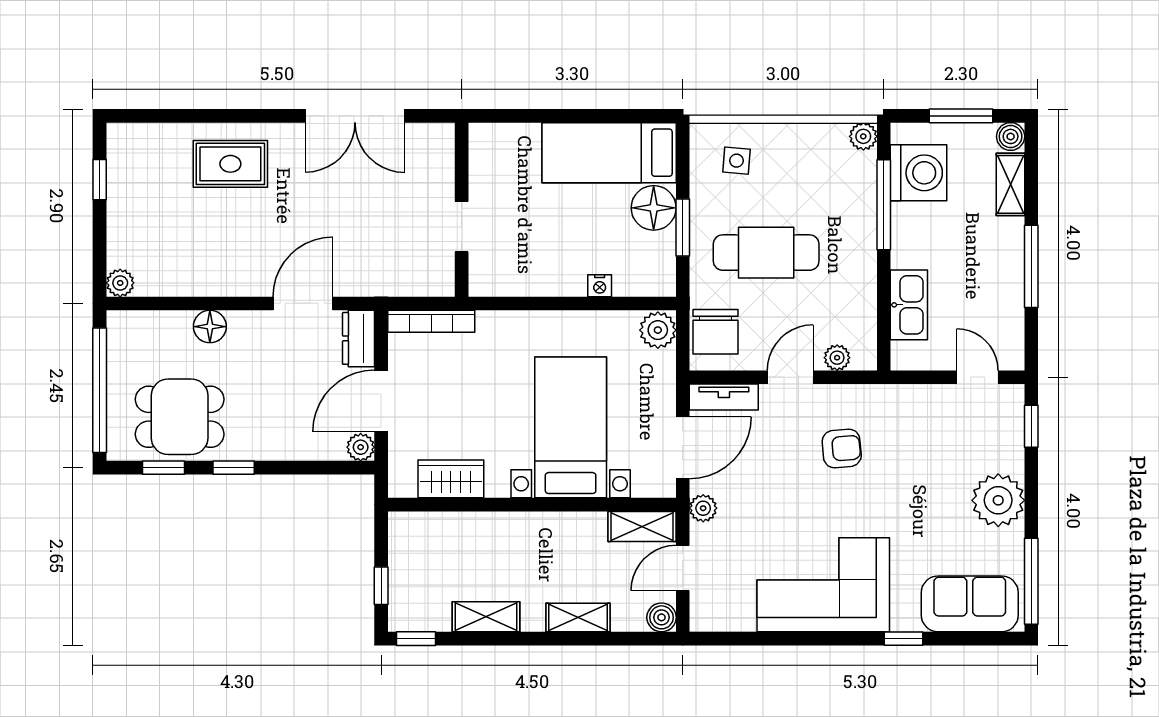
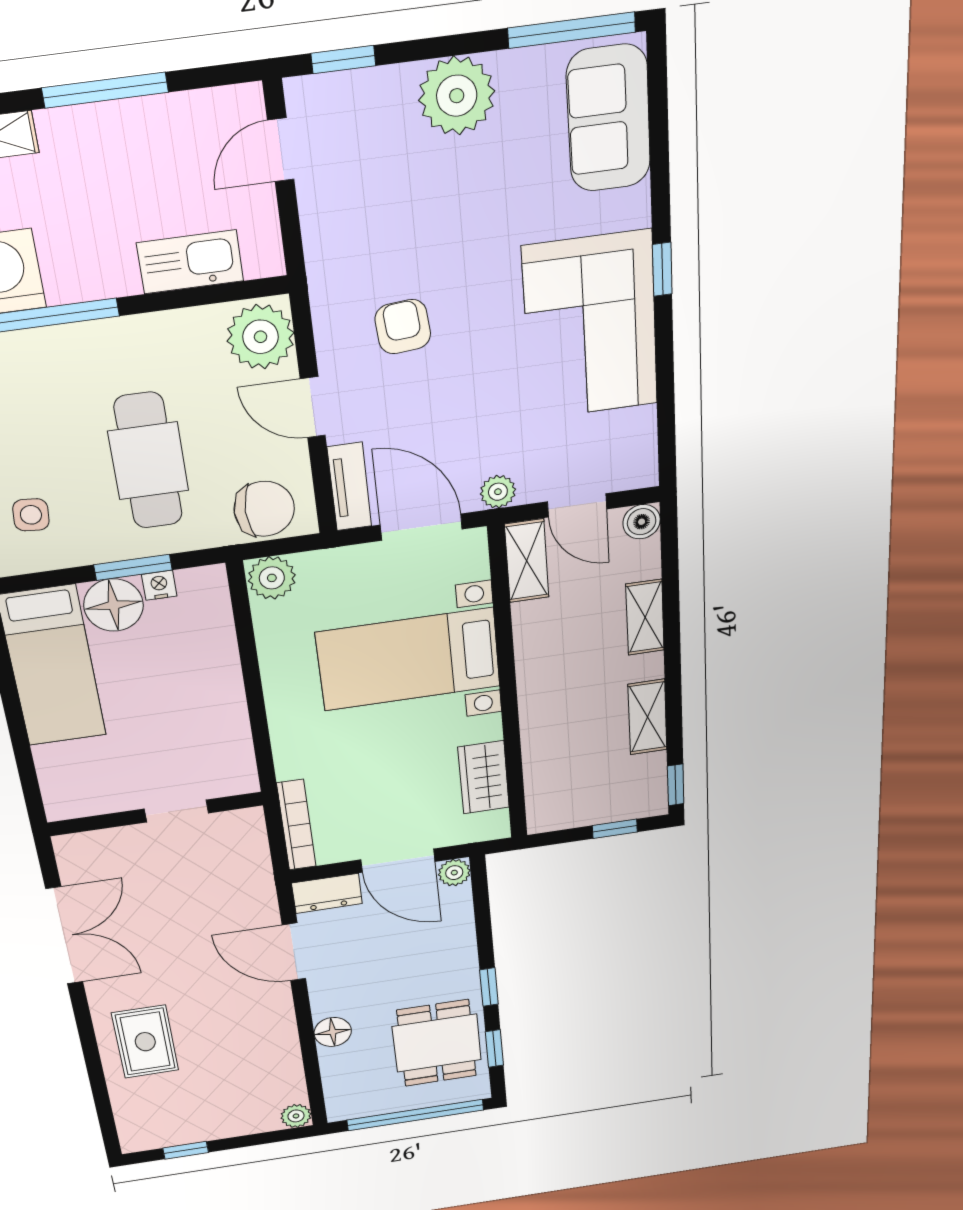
nightstand: (600, 286) -> (159, 585), moved, turned -90
plant: (837, 358) -> (261, 337), width x1.88, depth x1.88
window: (904, 639) -> (662, 269), moved

